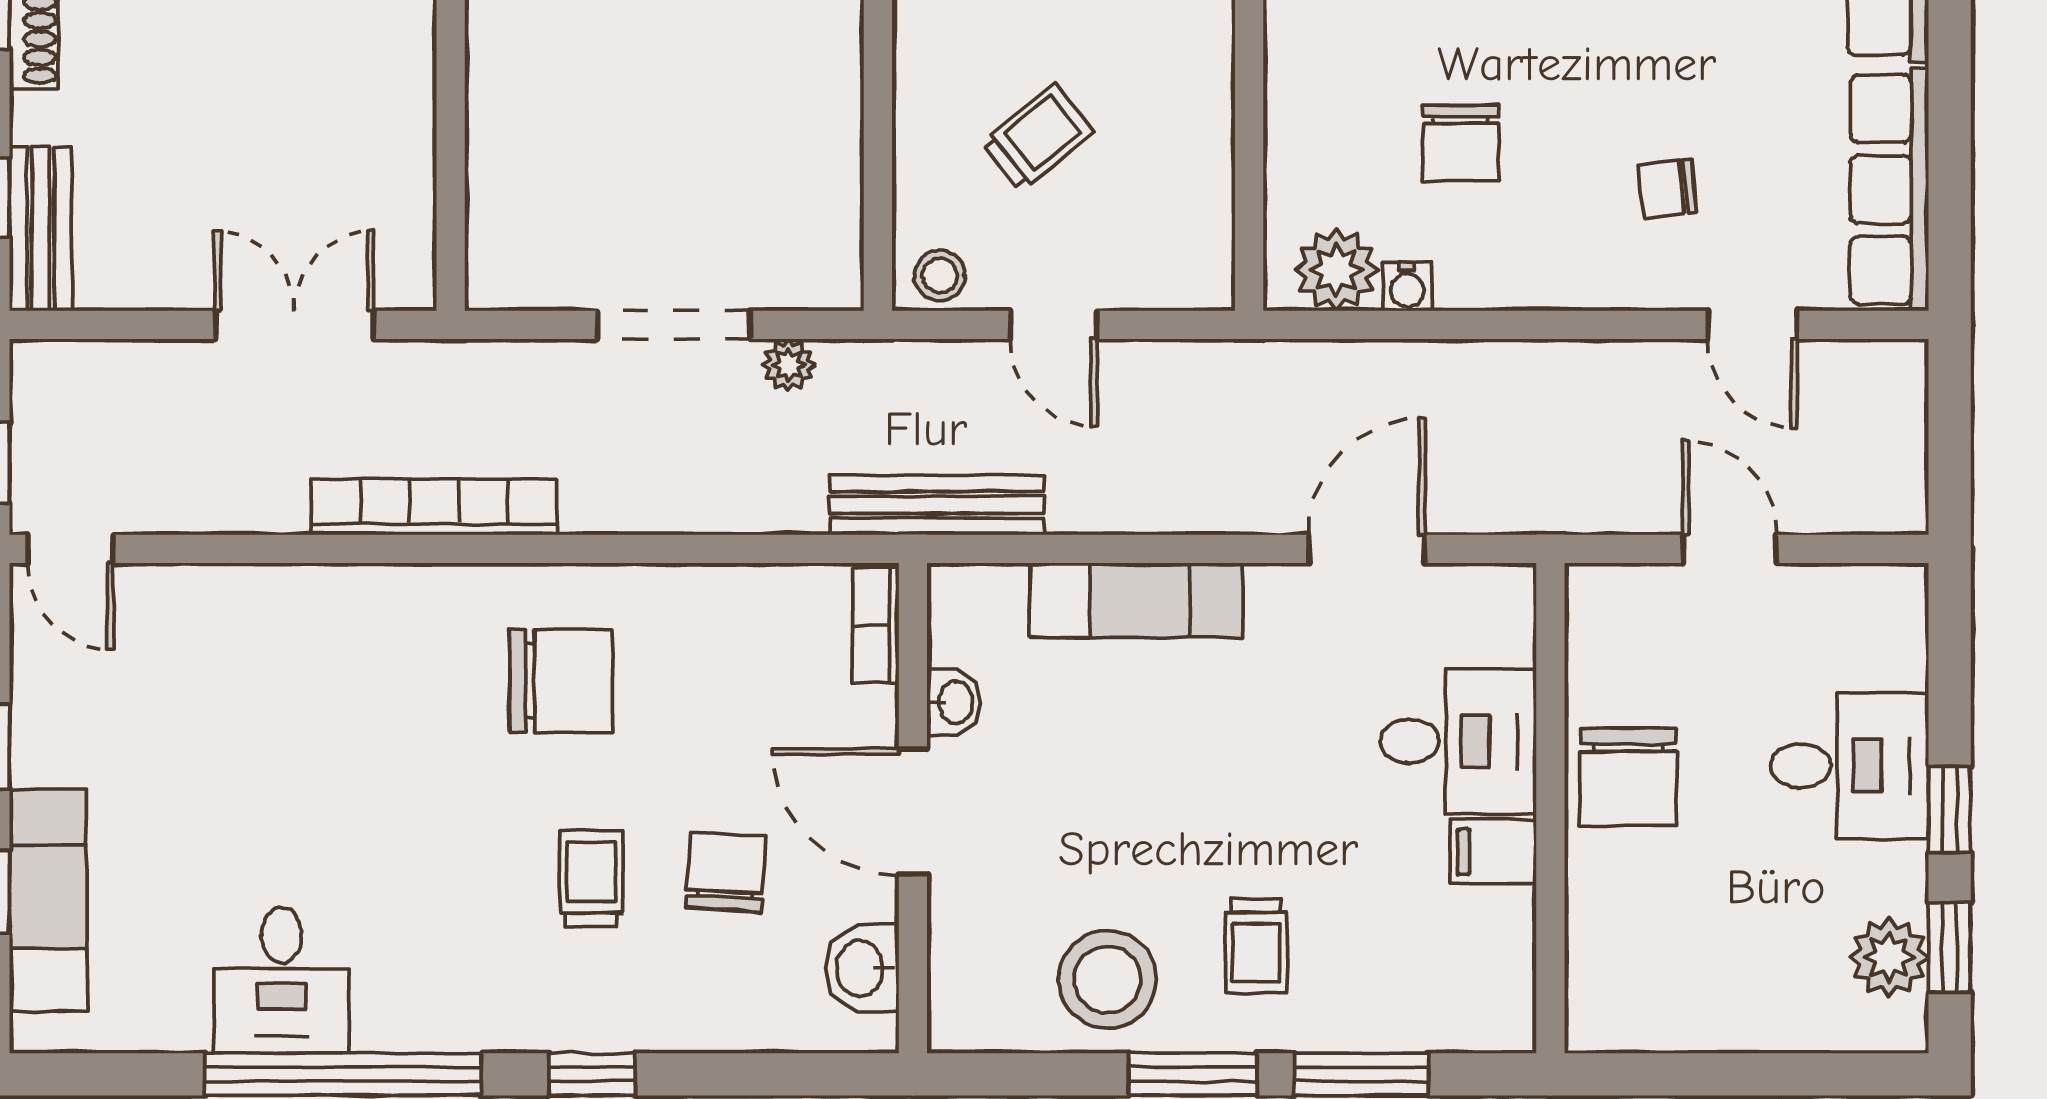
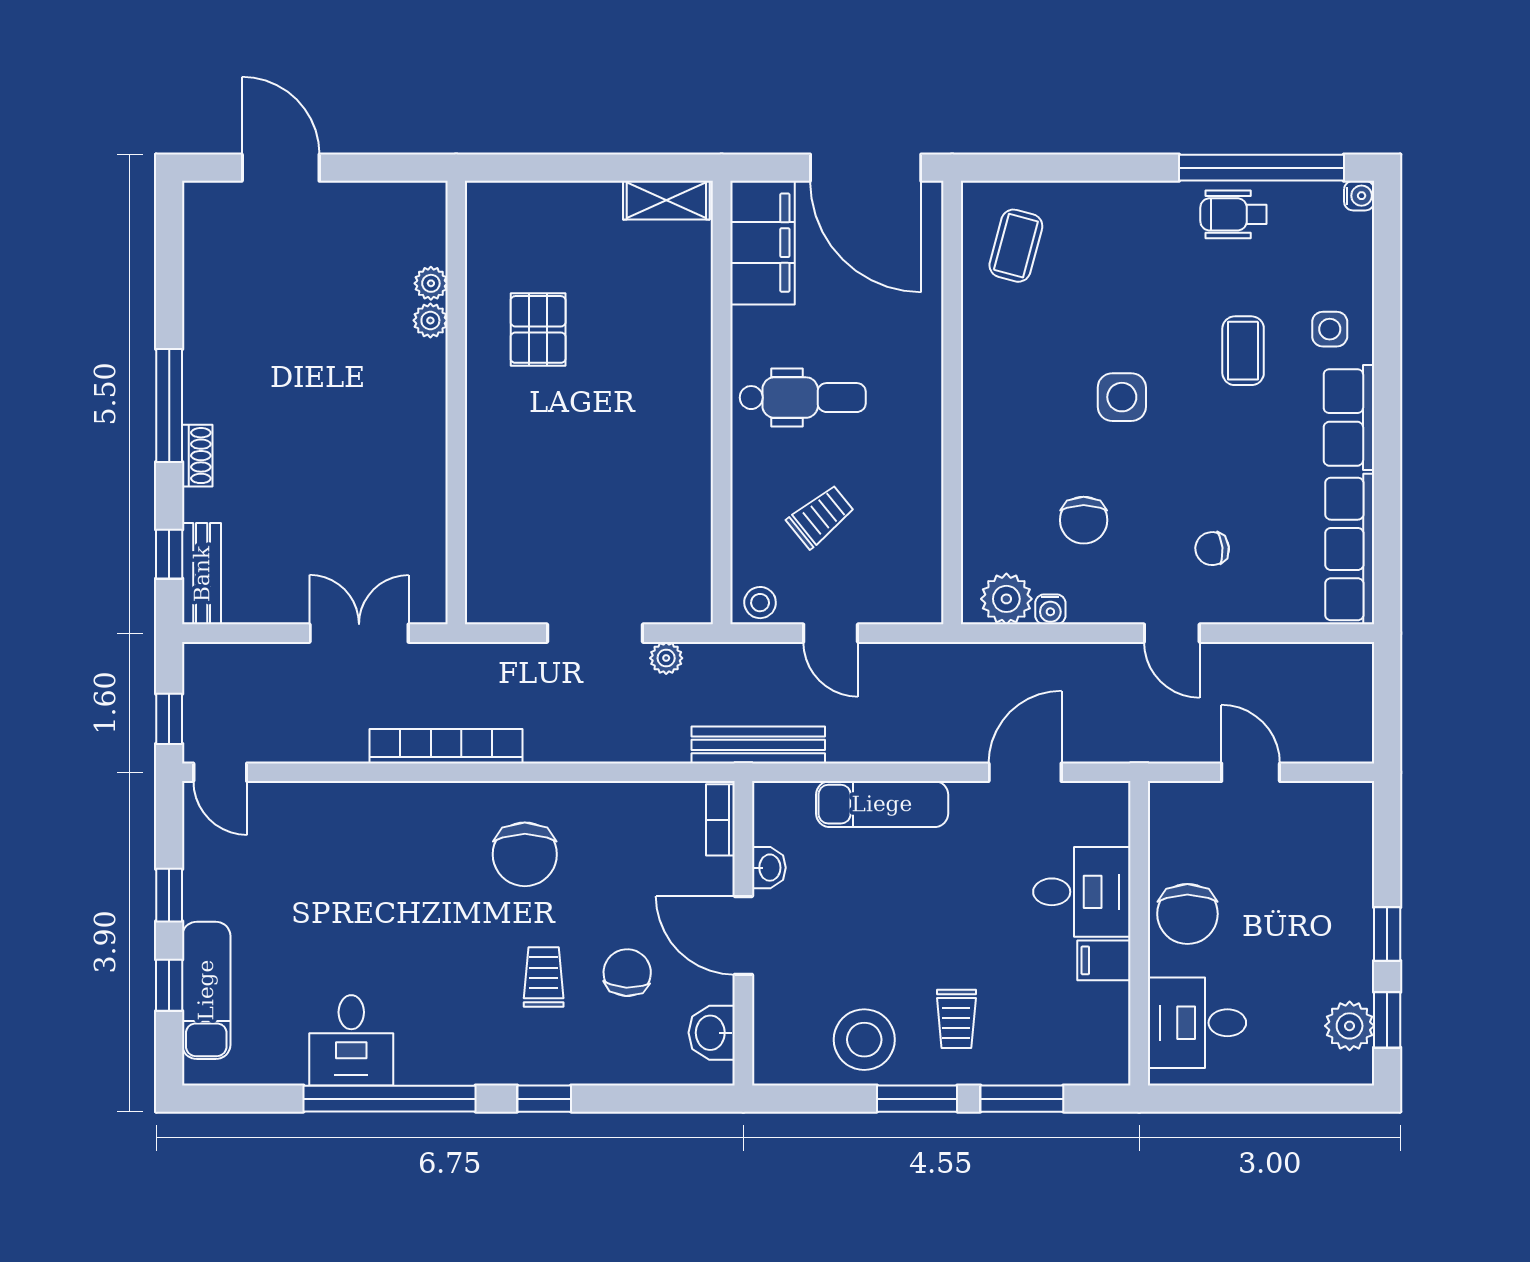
door: (1752, 325) -> (1172, 633), moved
chair: (561, 681) -> (525, 854), turned 90
desk: (1850, 766) -> (1197, 1023), moved, turned 180

